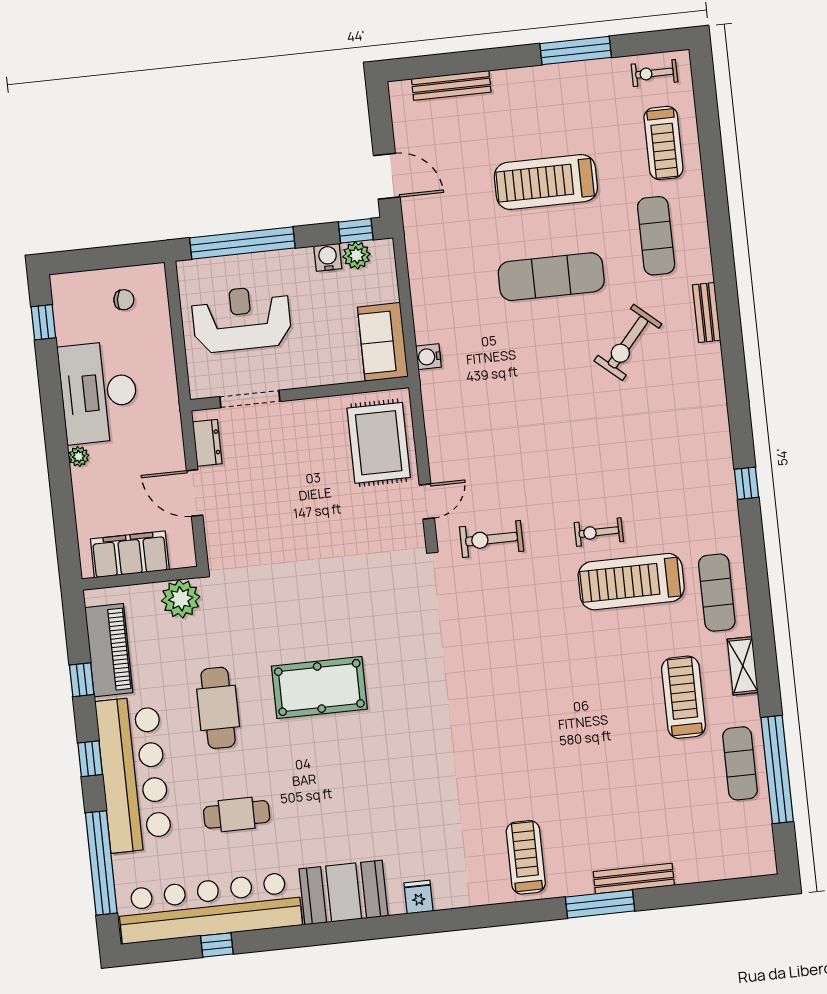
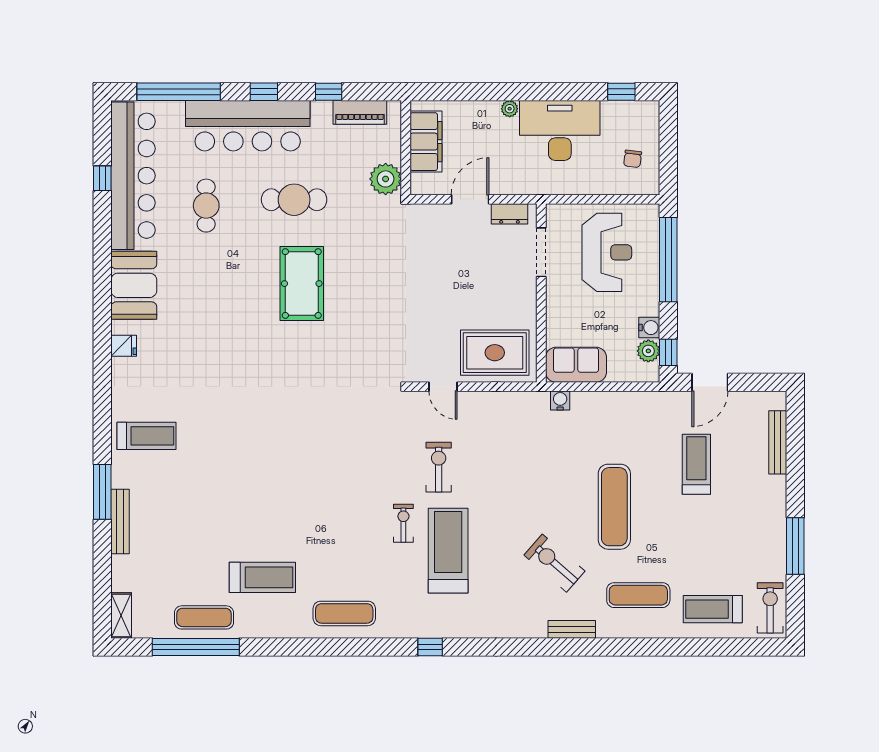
exercise bike: (654, 73) -> (770, 608), width x1.38, depth x1.39
treadmill: (546, 182) -> (696, 464), moved, width x0.73, depth x0.73
exercise bike: (492, 539) -> (439, 467), moved
treadmill: (631, 582) -> (448, 551), moved
piano: (109, 650) -> (360, 112), width x0.73, depth x0.75
shelving: (743, 666) -> (121, 615), moved, turned 90

